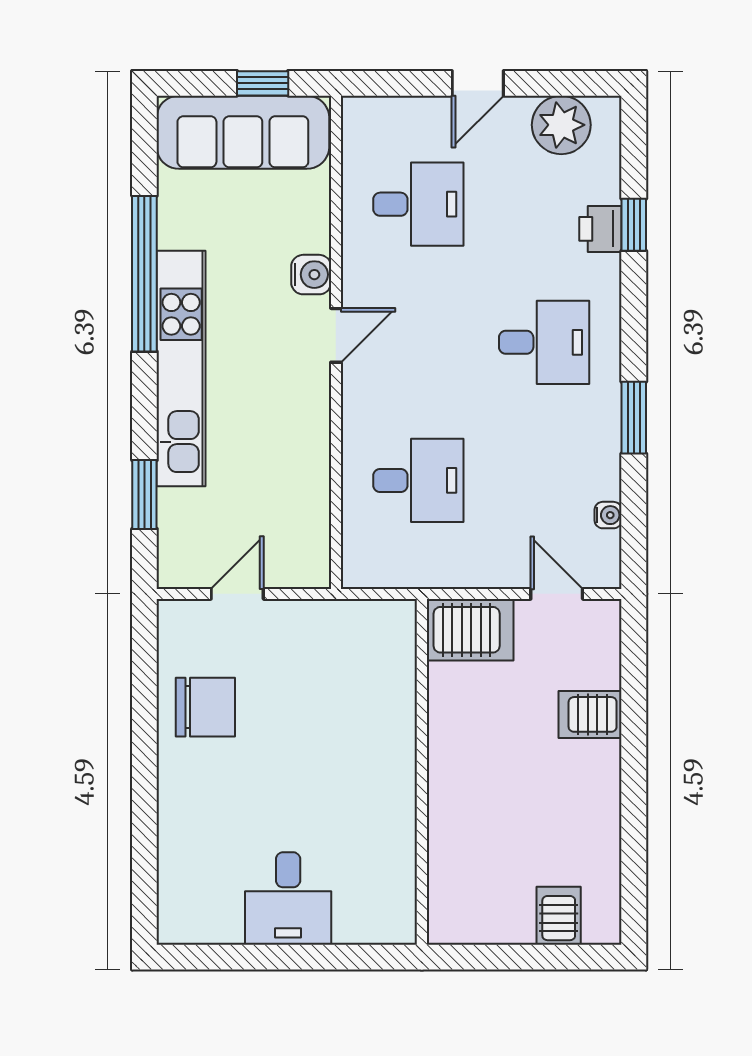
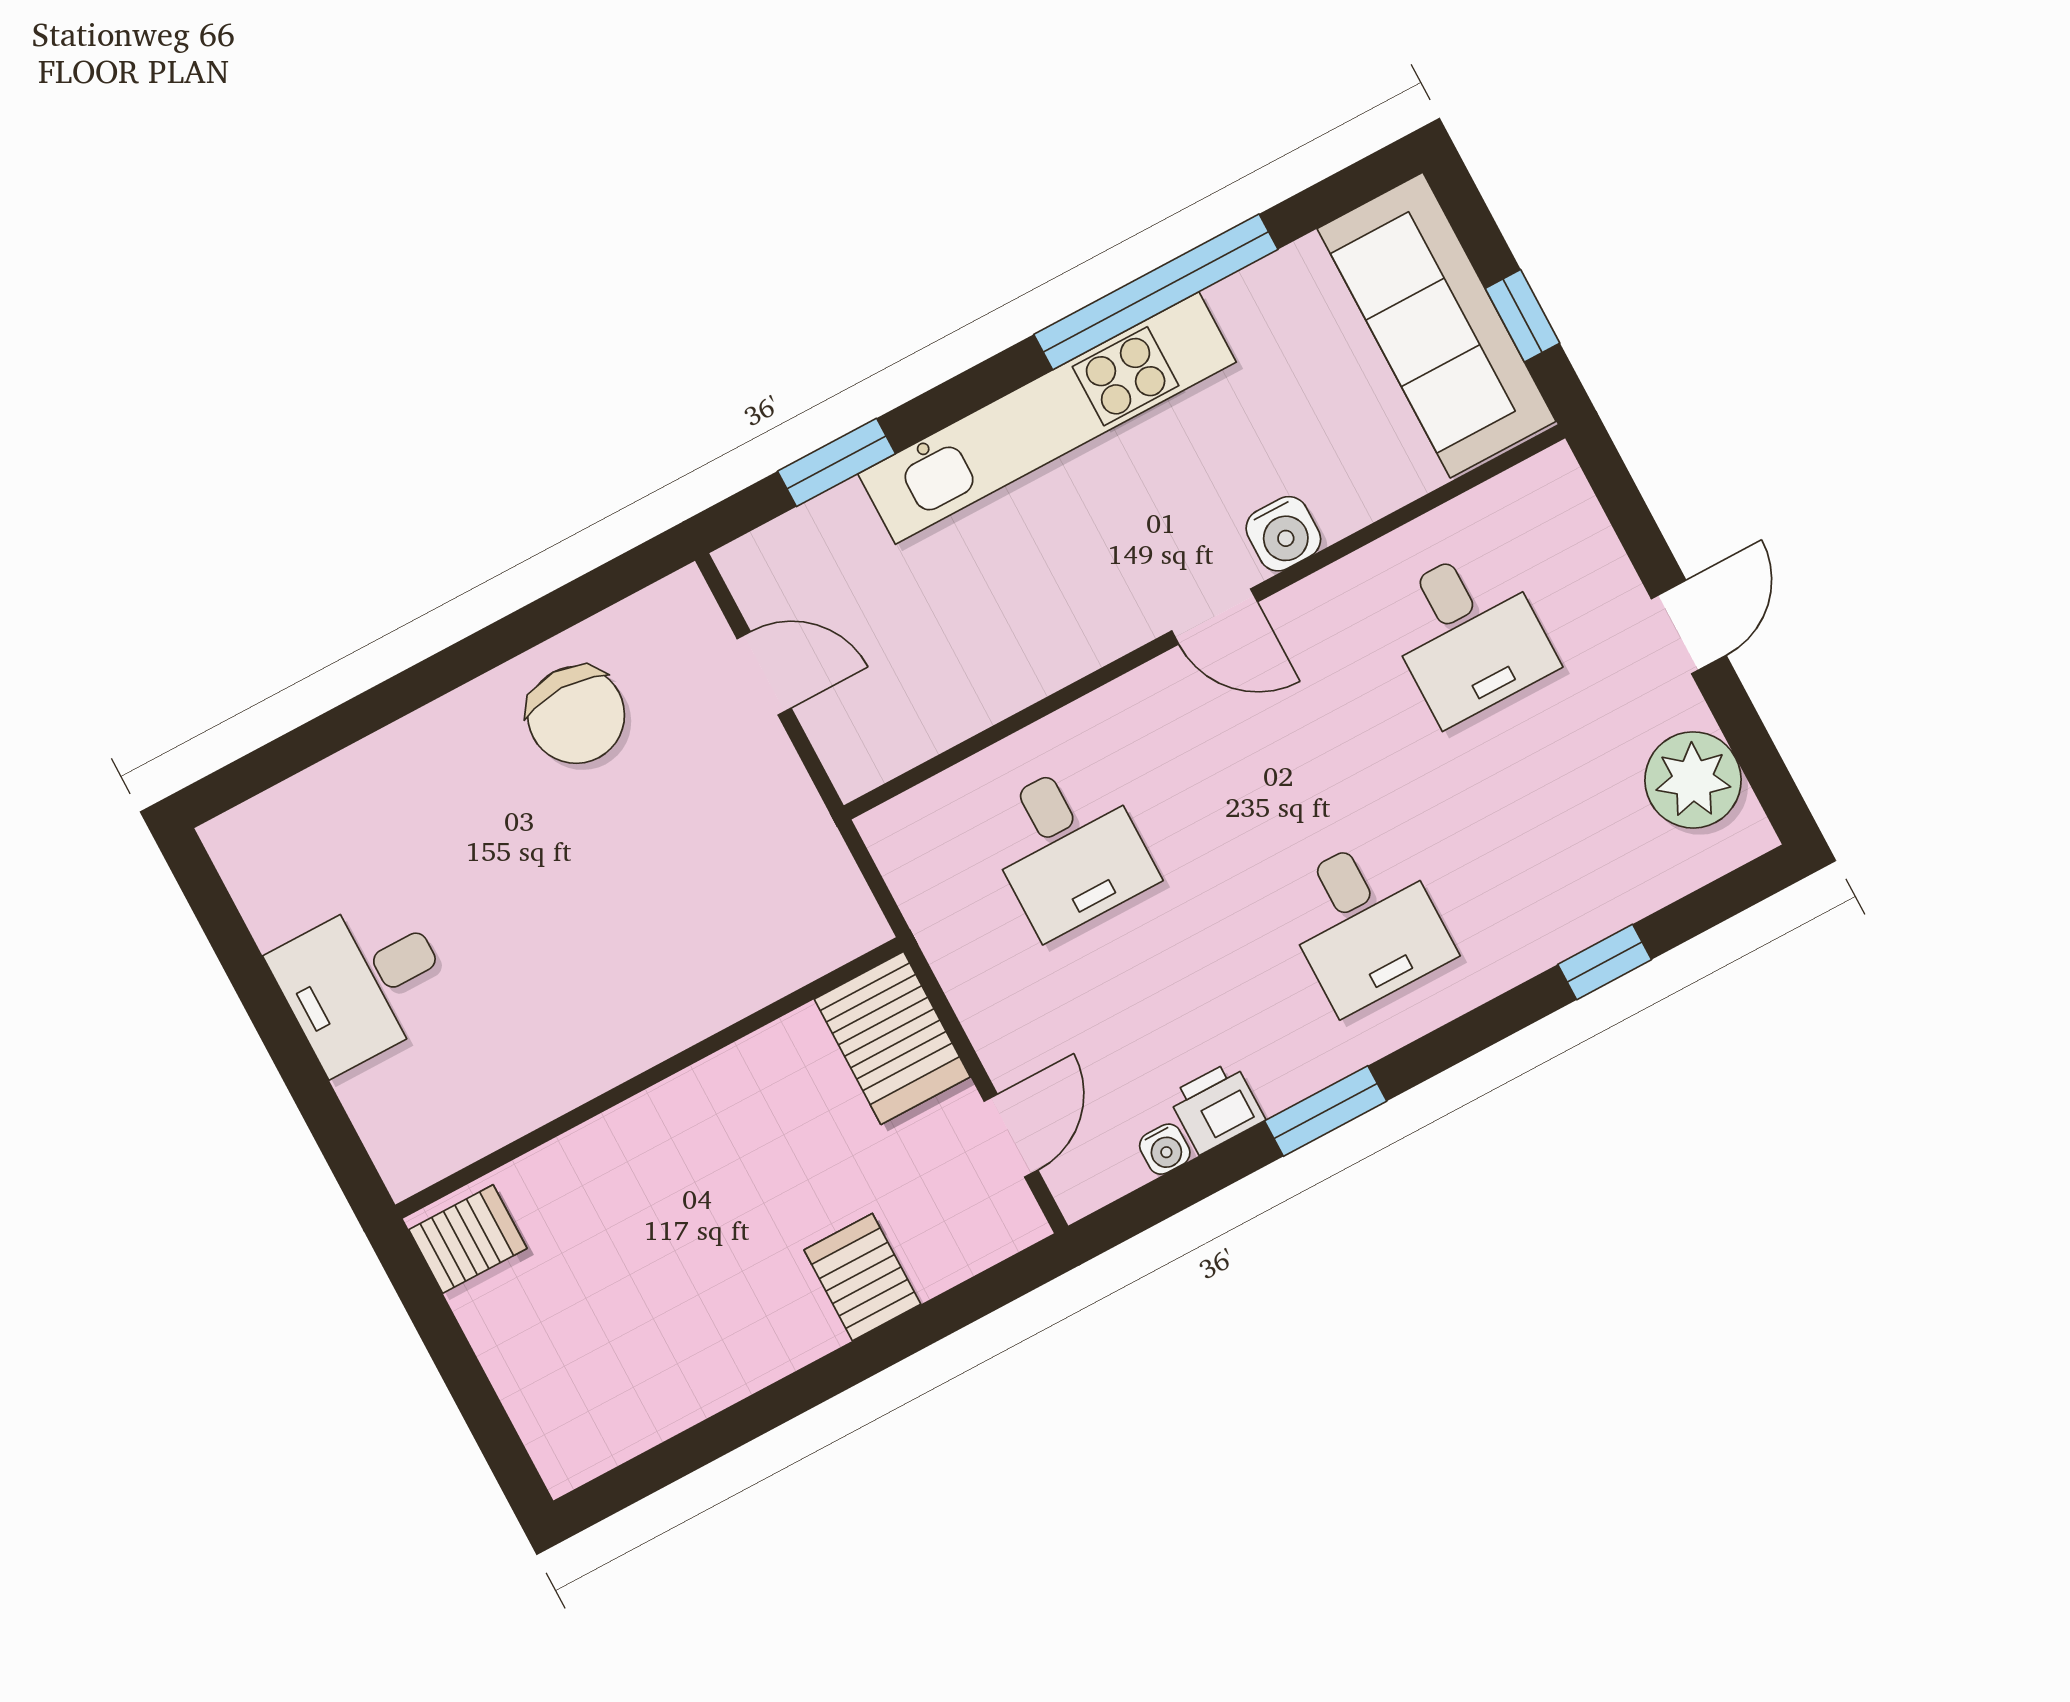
door: (478, 83) -> (1689, 627), swing flipped
printer: (600, 229) -> (1216, 1107), moved
server rack: (559, 916) -> (468, 1239), moved

